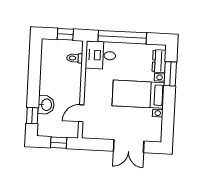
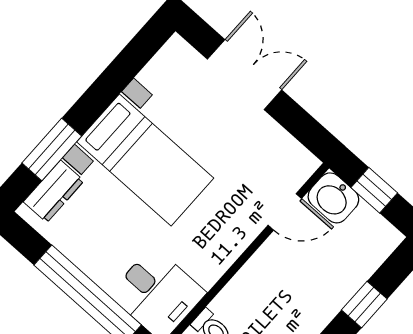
washbasin: (46, 105) -> (333, 198), moved, turned -90
window: (32, 116) -> (364, 304), moved

